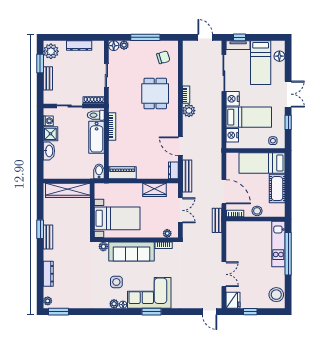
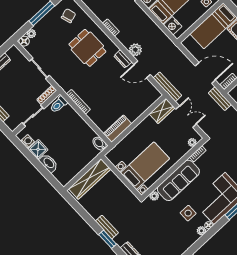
plant: (189, 111) -> (135, 50), moved
bathtub: (97, 137) -> (74, 120), removed
dresser: (173, 170) -> (123, 59), moved
wardrobe: (154, 190) -> (162, 111), moved
window: (40, 229) -> (108, 239), moved

